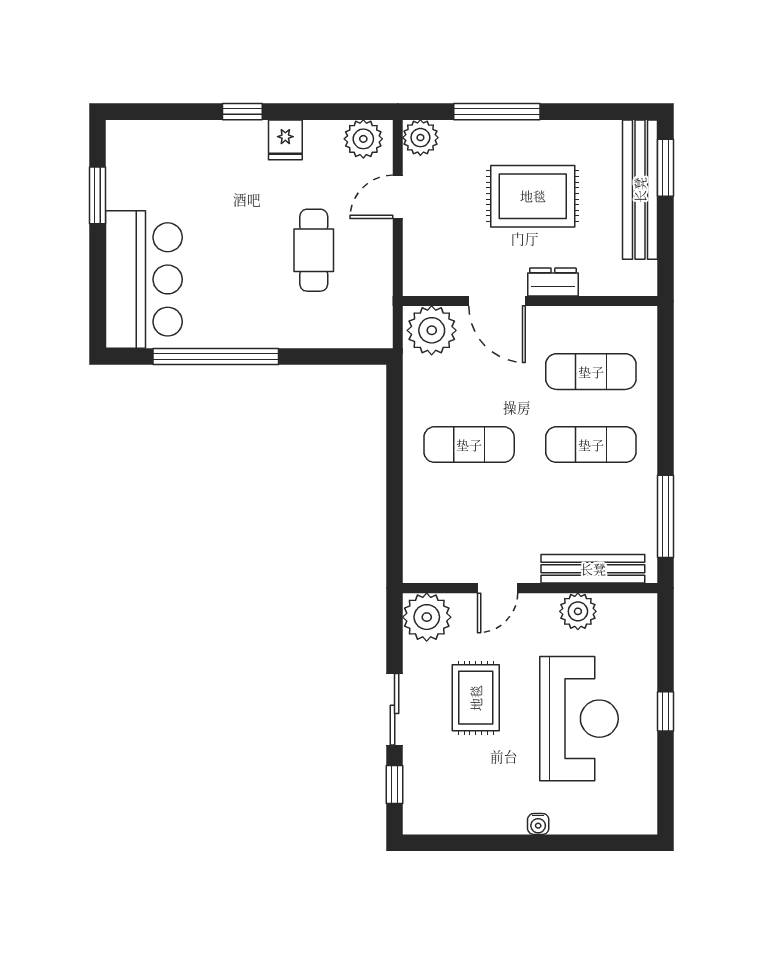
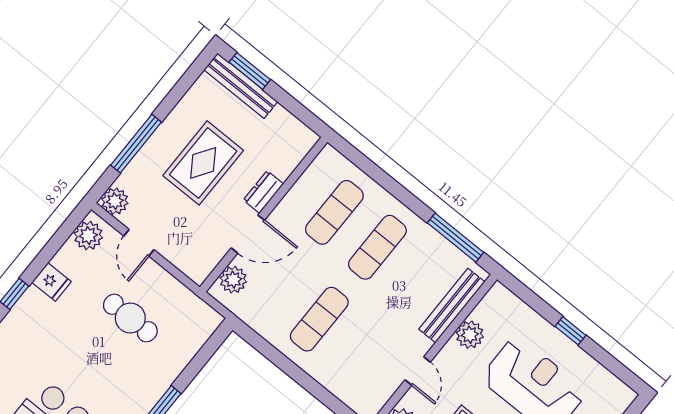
bench: (640, 190) -> (241, 86), width x0.73, depth x0.82
plant: (432, 330) -> (233, 280), width x0.73, depth x0.73

